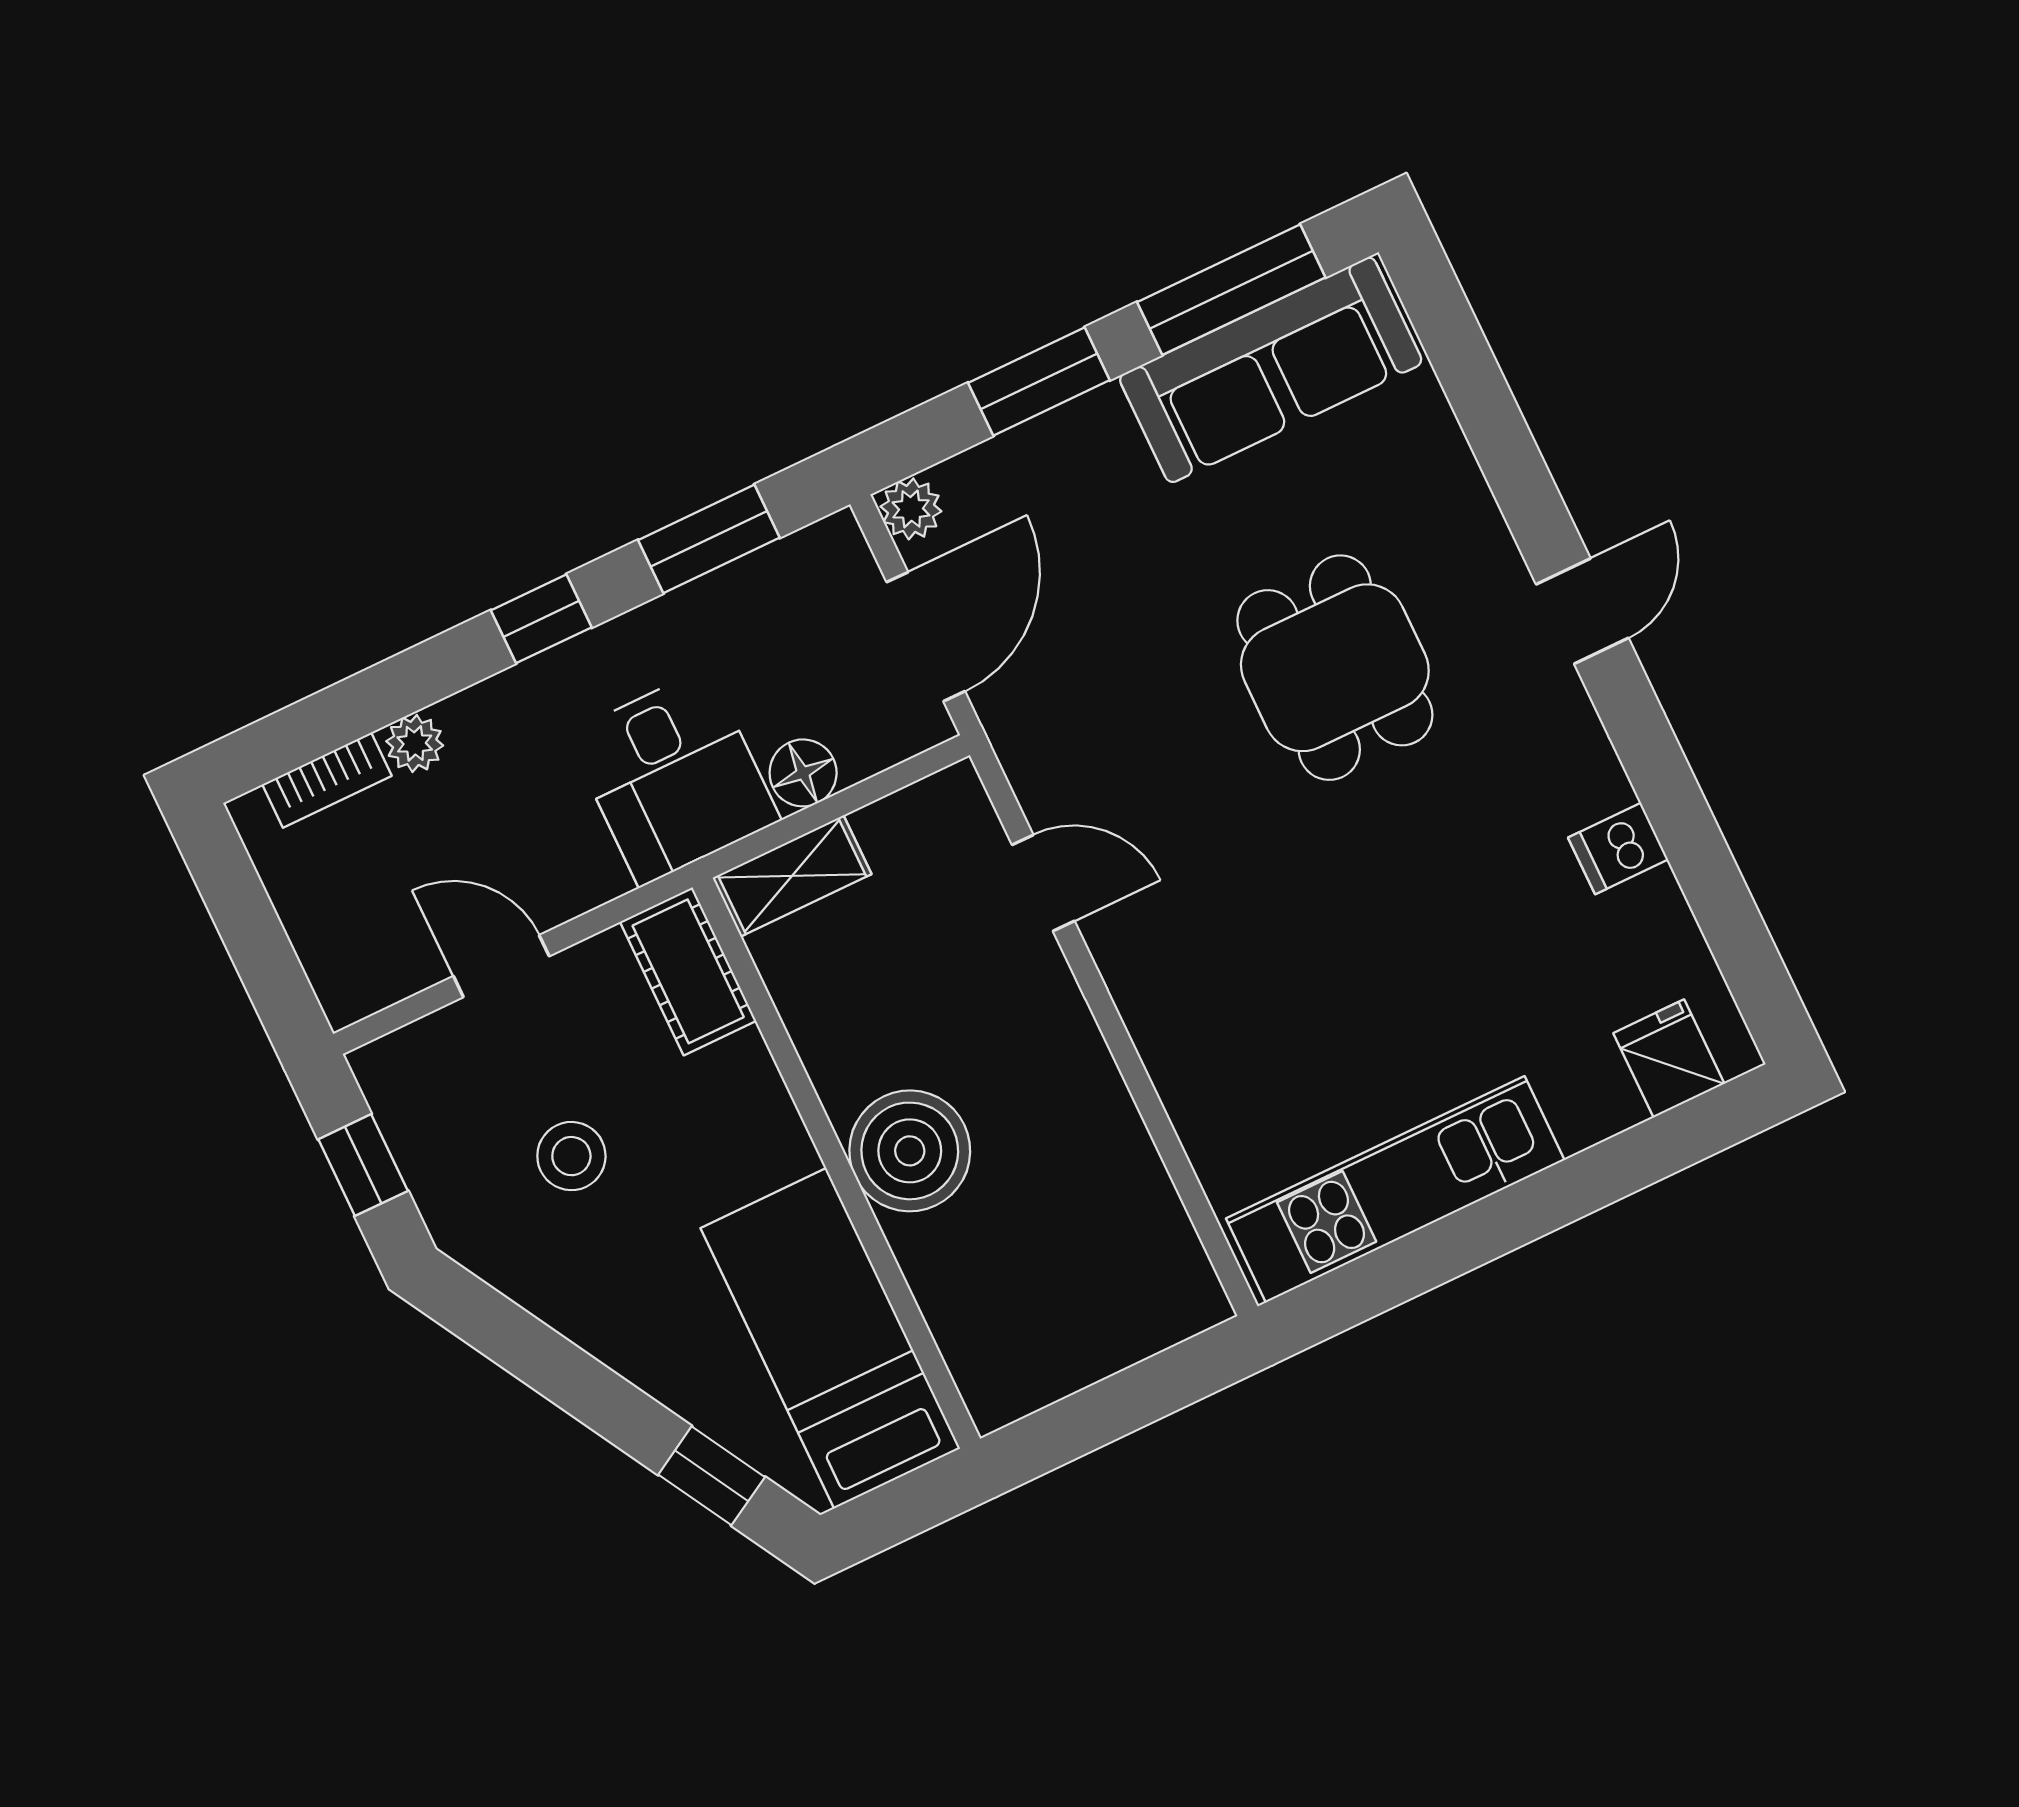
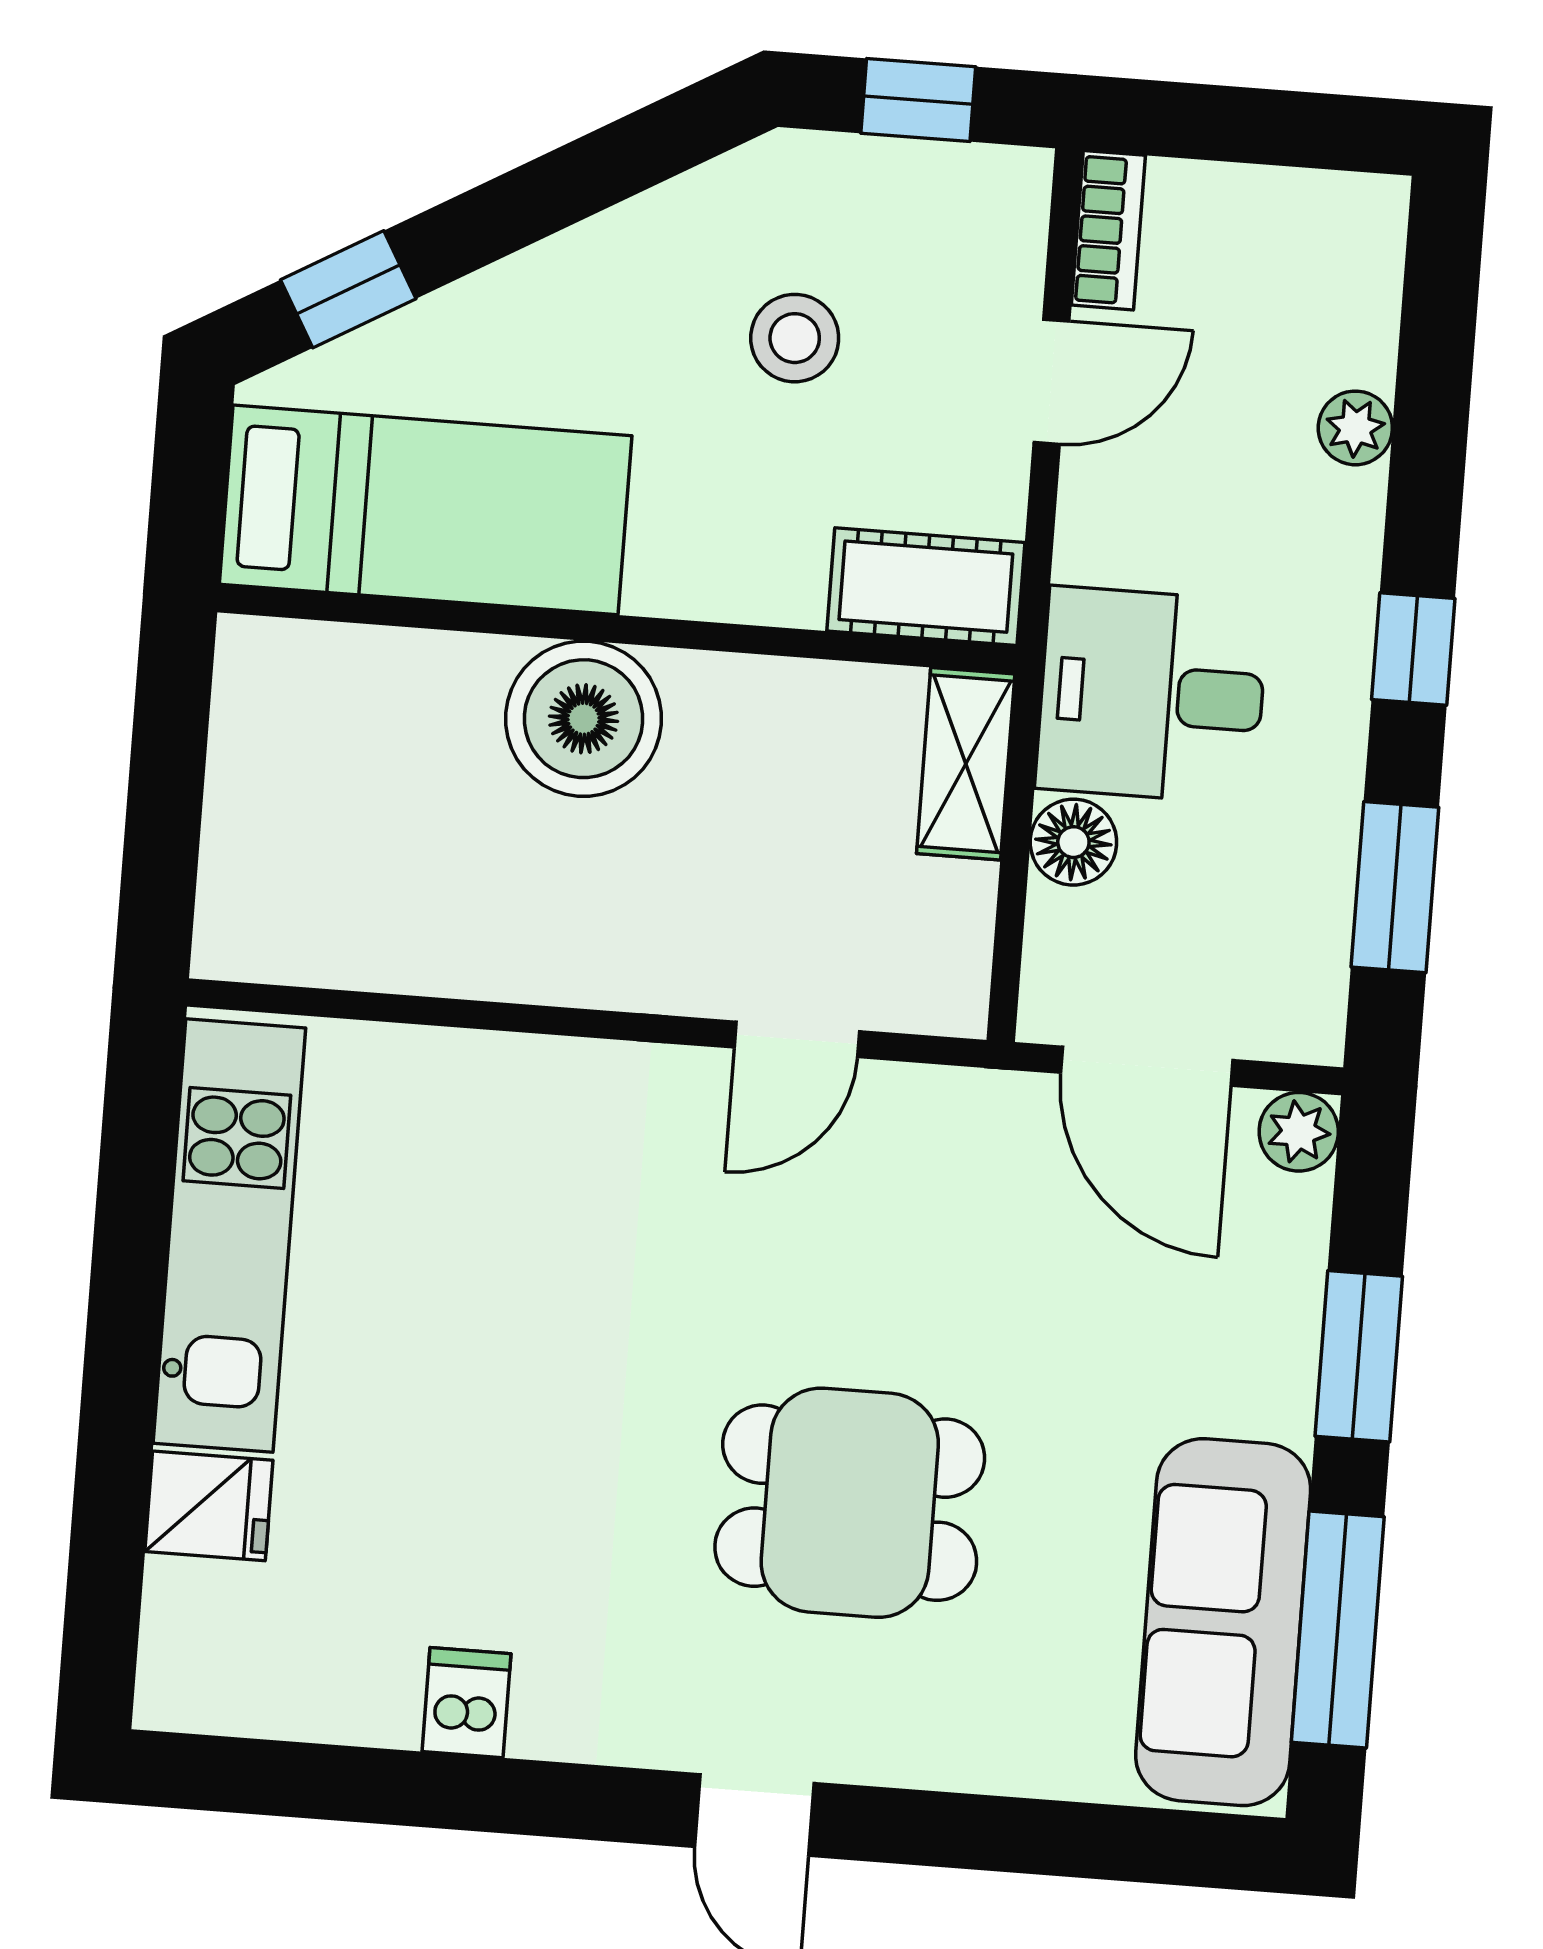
bookcase: (327, 780) -> (1108, 230), moved, turned 180
fridge: (1669, 1058) -> (209, 1506), moved

